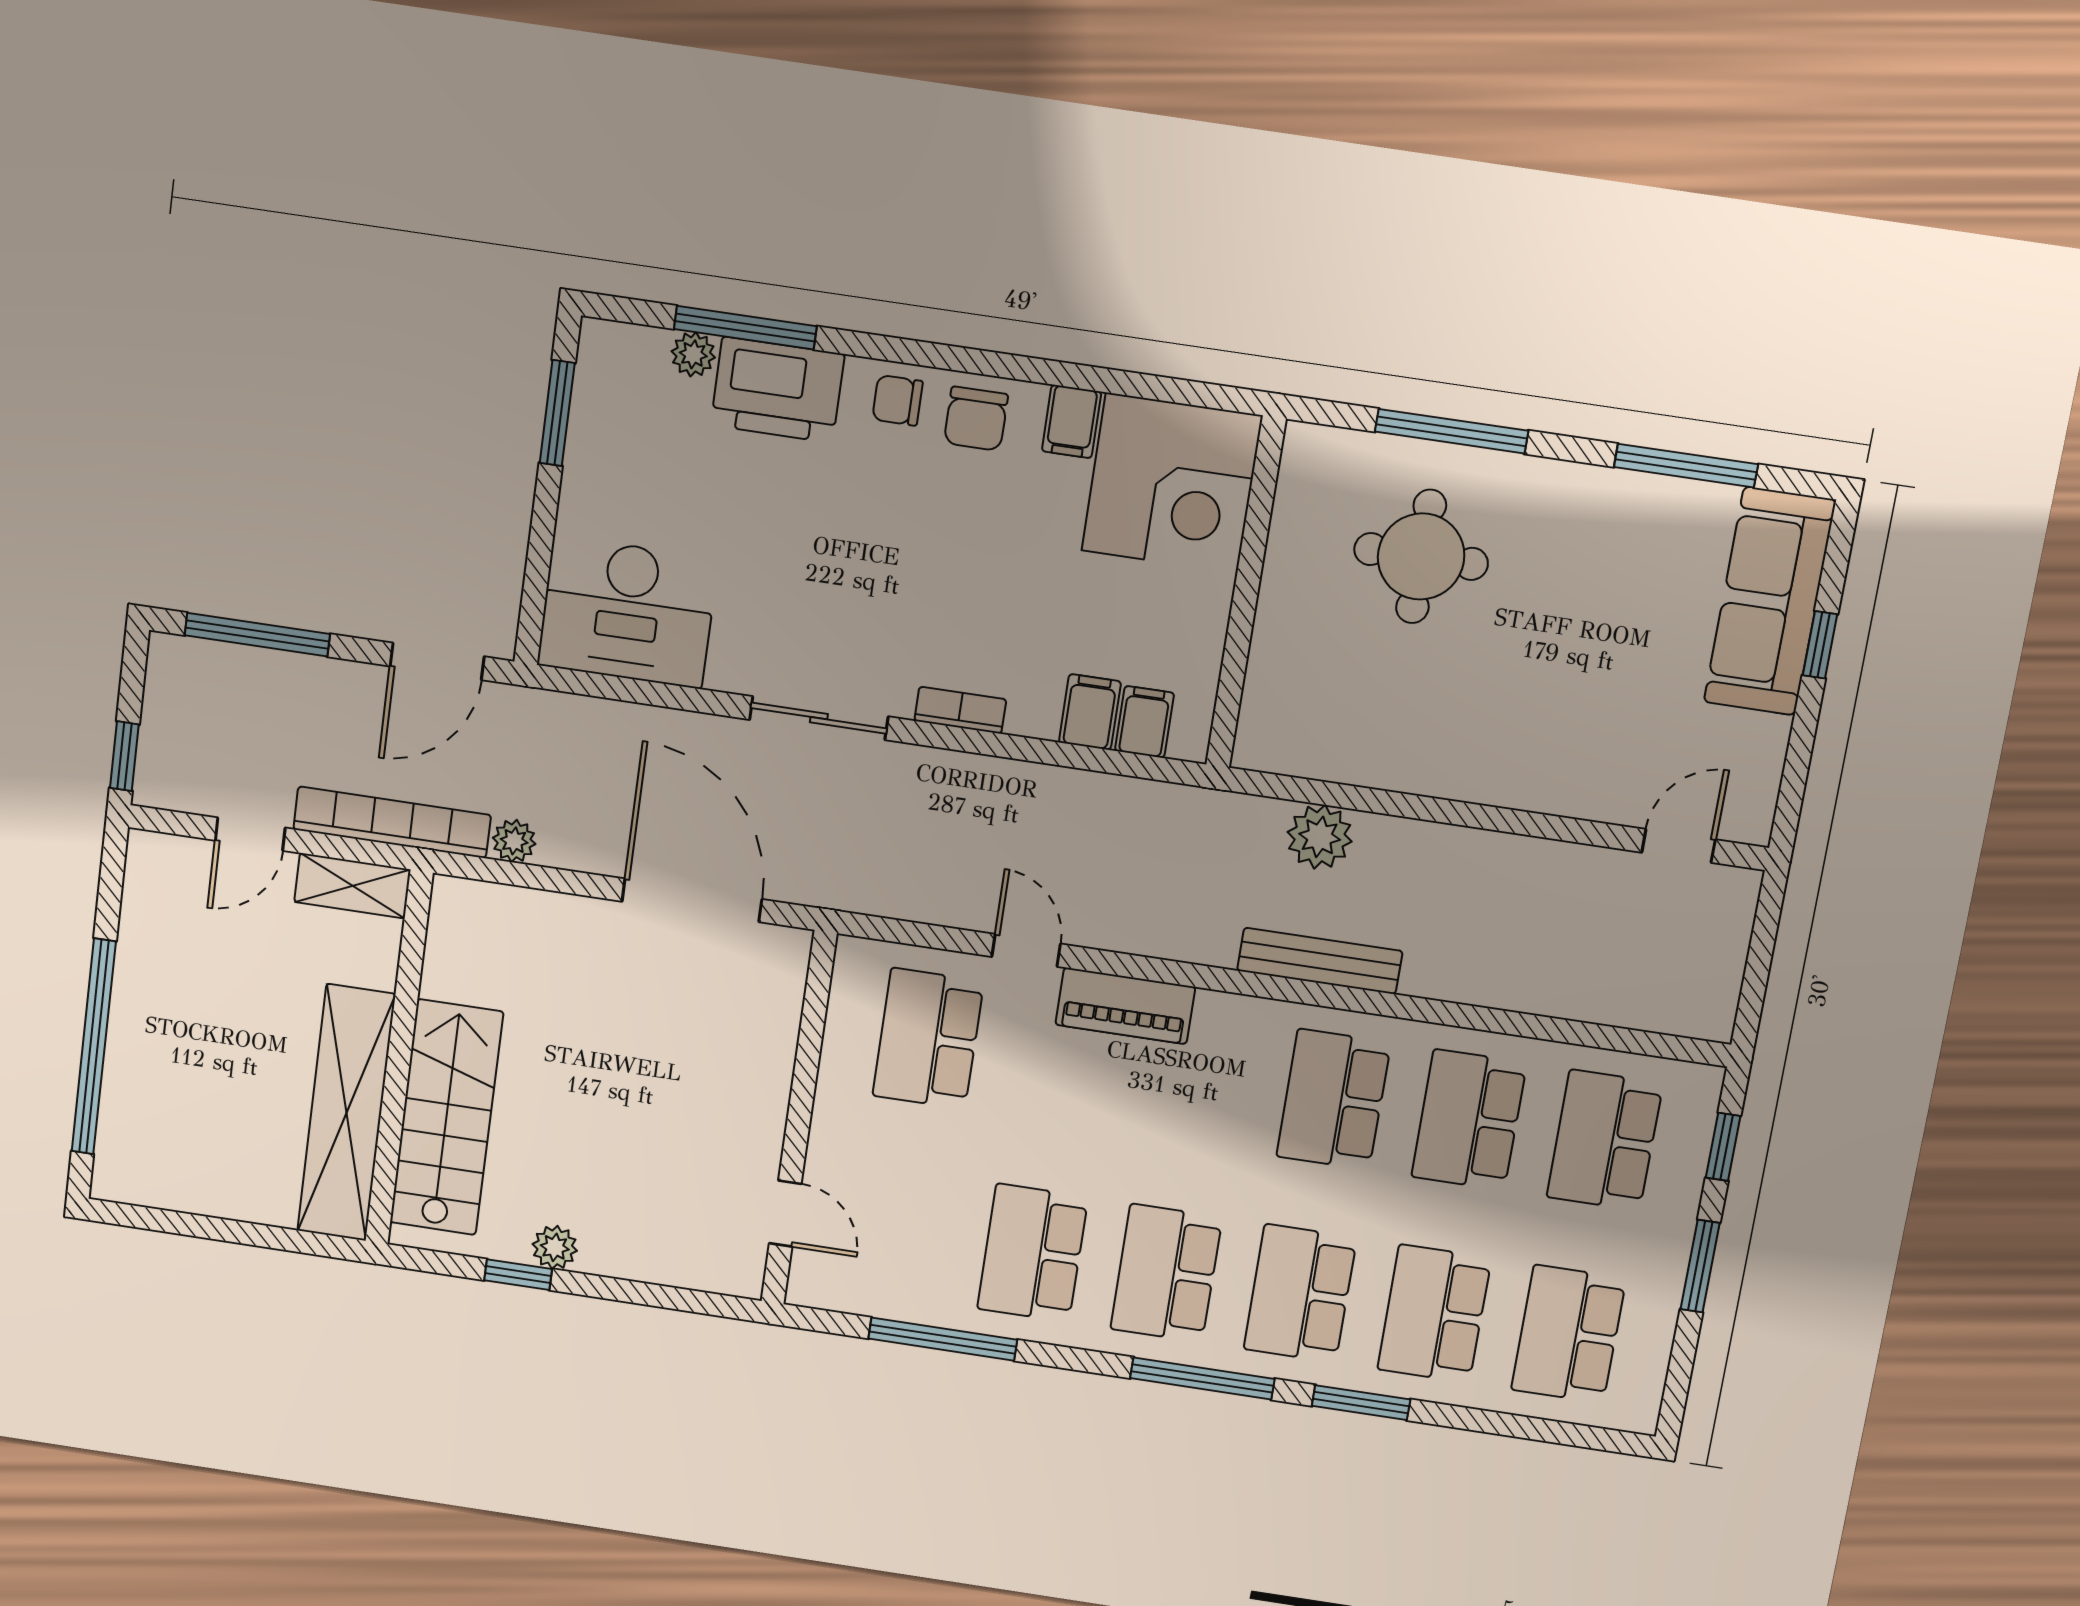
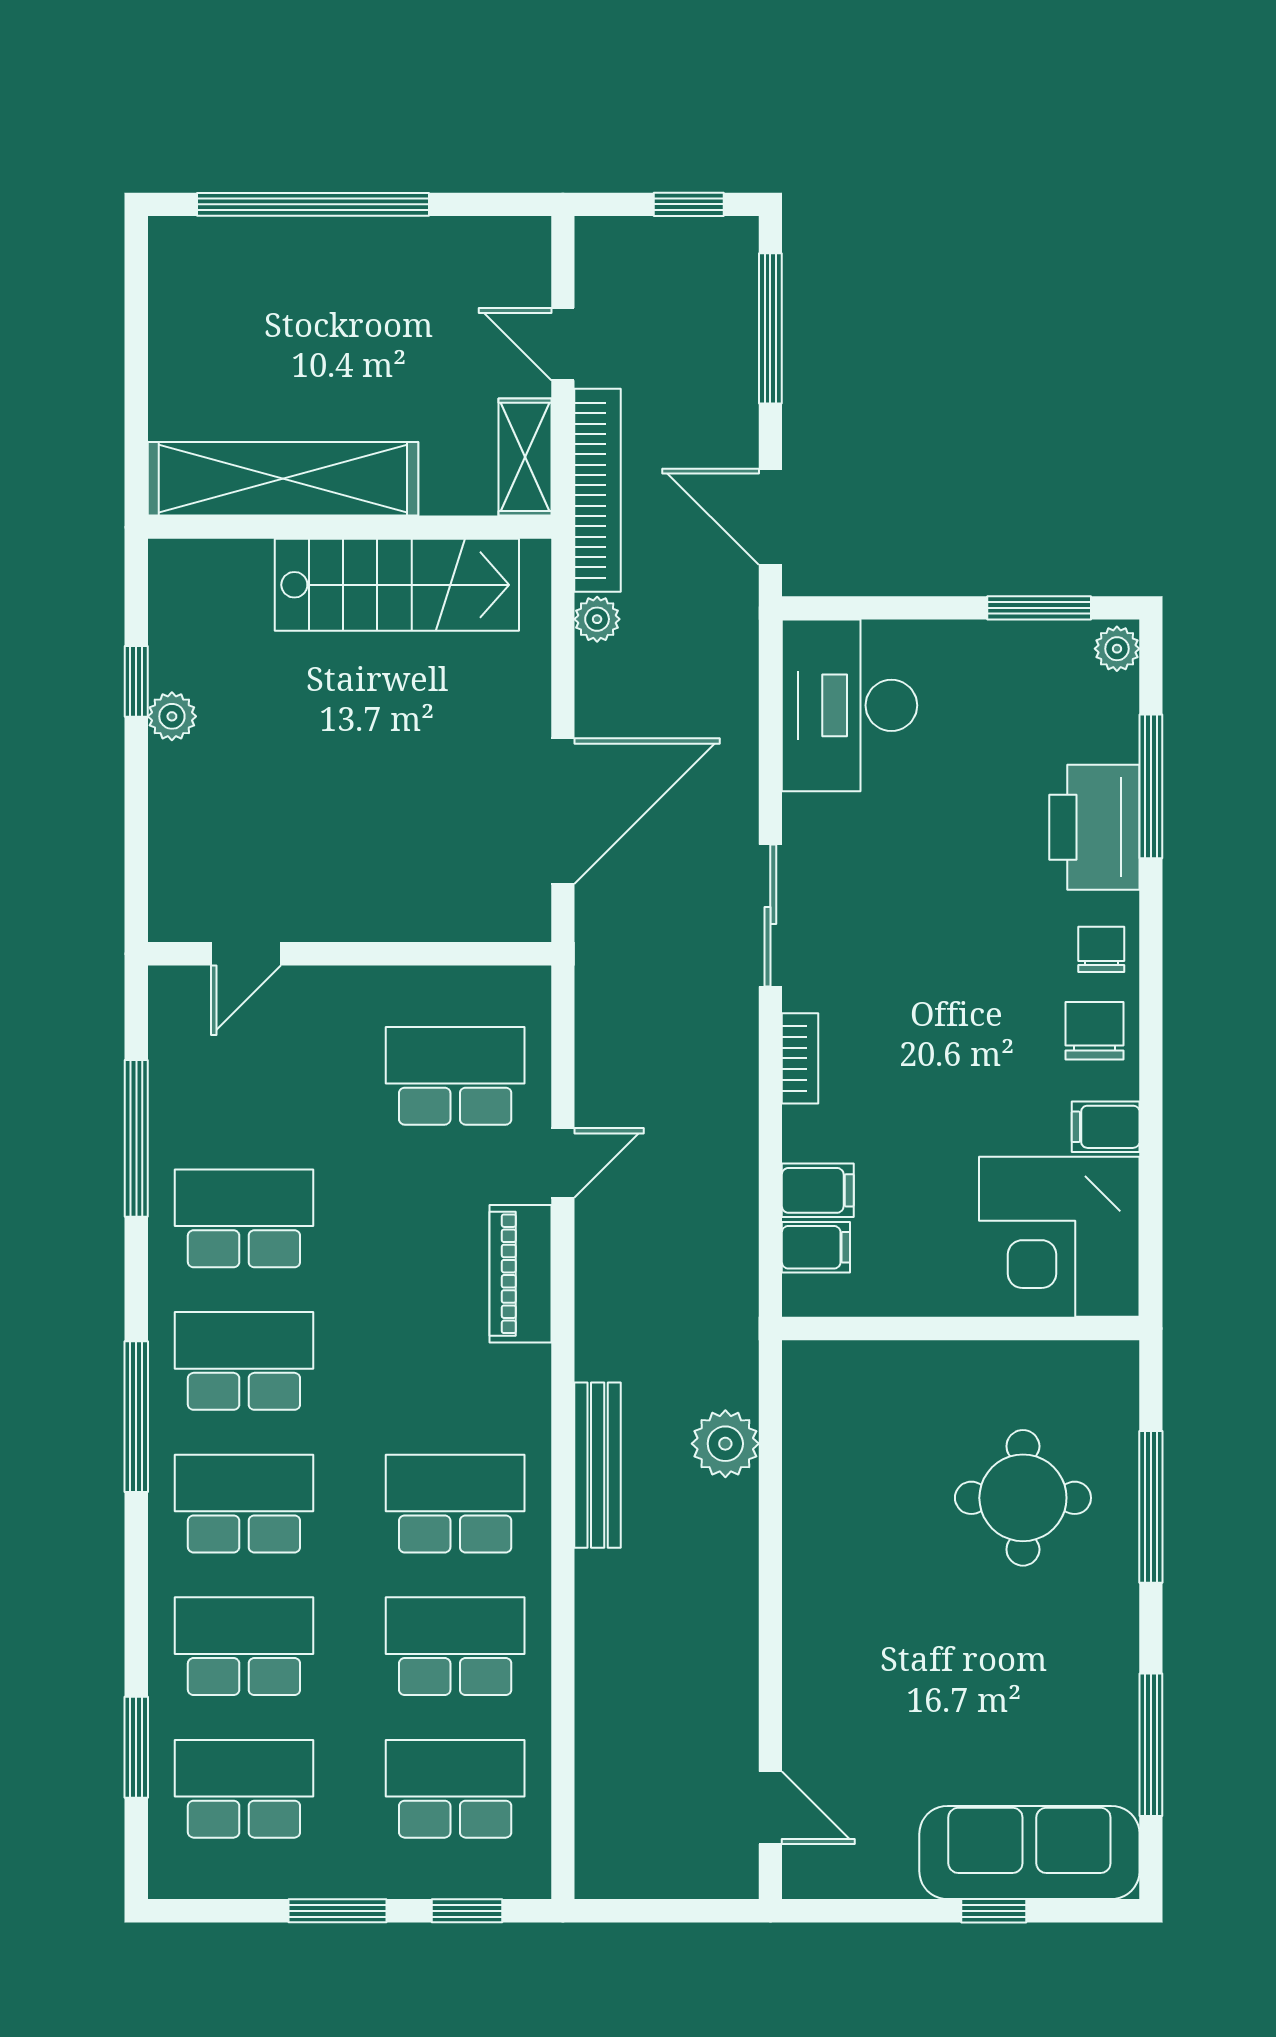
plant: (693, 354) -> (1117, 649), moved
chair: (976, 419) -> (1094, 1031), turned 90
window: (124, 756) -> (689, 204), moved
stairs: (446, 1117) -> (397, 585), moved
window: (1361, 1403) -> (136, 1747), moved

